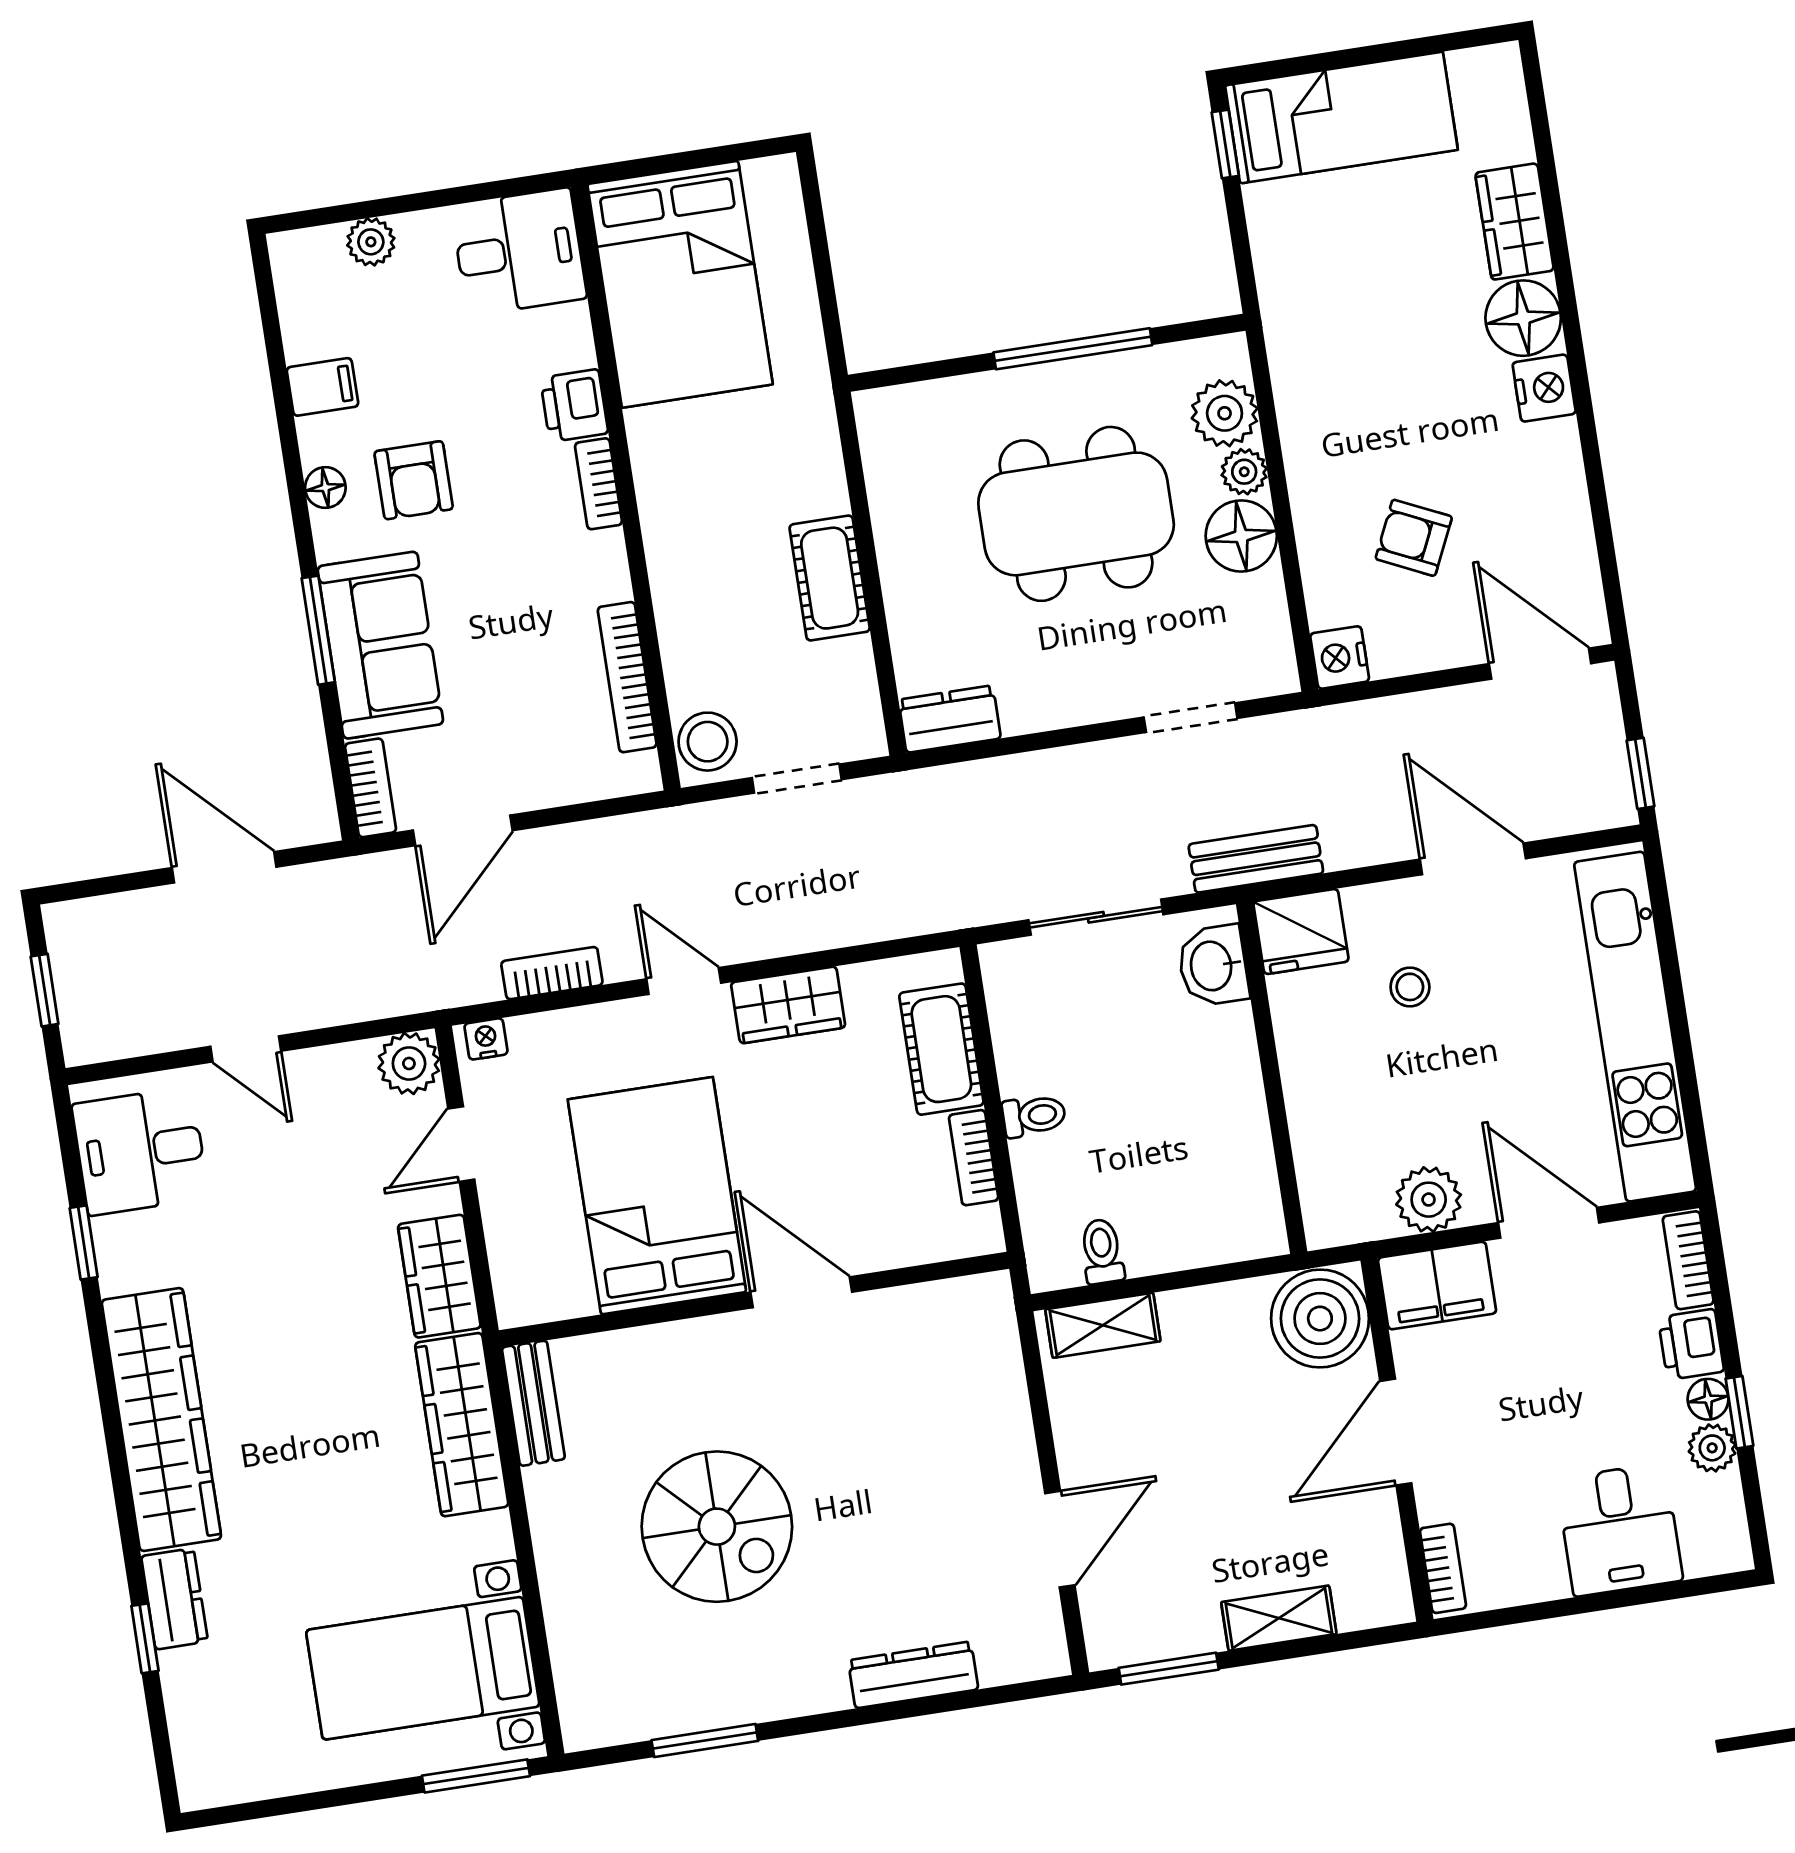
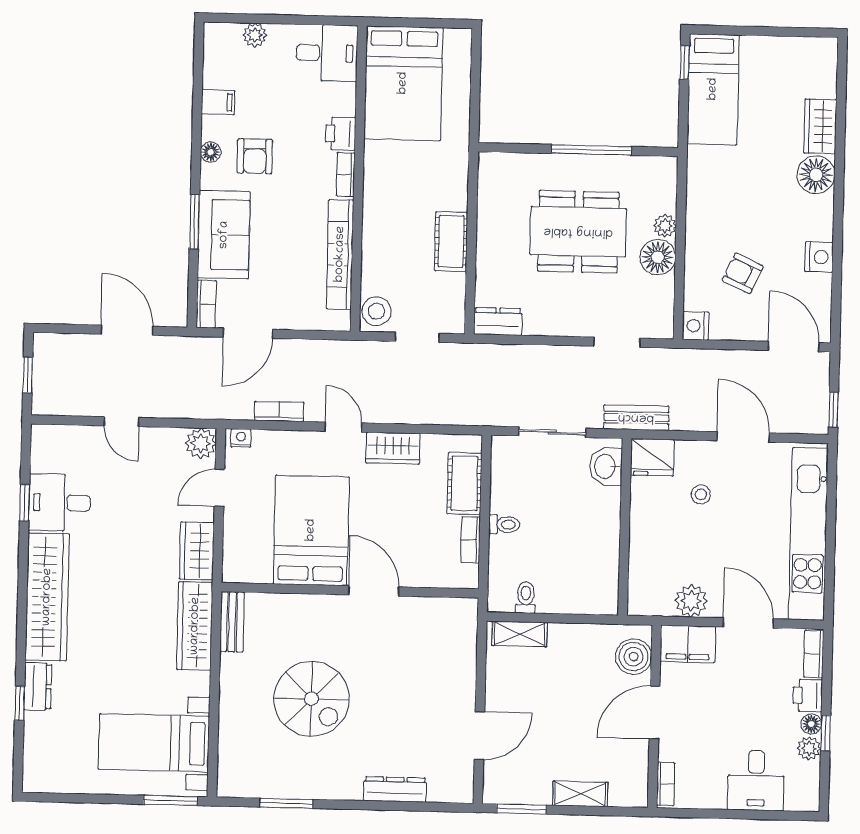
bed: (1341, 118) -> (713, 89), moved, turned 90
nightstand: (1544, 388) -> (819, 257), moved
plant: (1225, 413) -> (660, 195), removed
bookcase: (627, 677) -> (340, 254), width x1.48, depth x1.31
desk: (140, 1151) -> (60, 503), moved
boiler: (1320, 1319) -> (634, 657), width x0.73, depth x0.73

